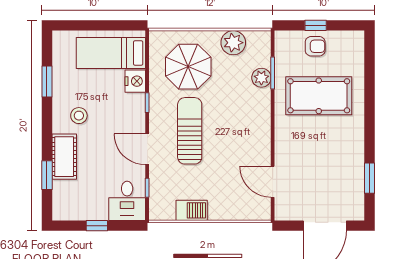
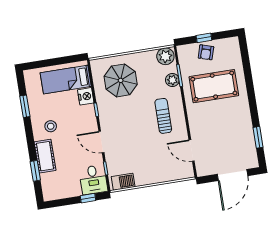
plant: (233, 43) -> (165, 56), moved
armchair: (315, 46) -> (206, 52), turned 107
sun lounger: (190, 131) -> (163, 116), moved, width x0.73, depth x0.75
barbecue: (192, 210) -> (123, 182), moved
window: (97, 226) -> (88, 198), moved

